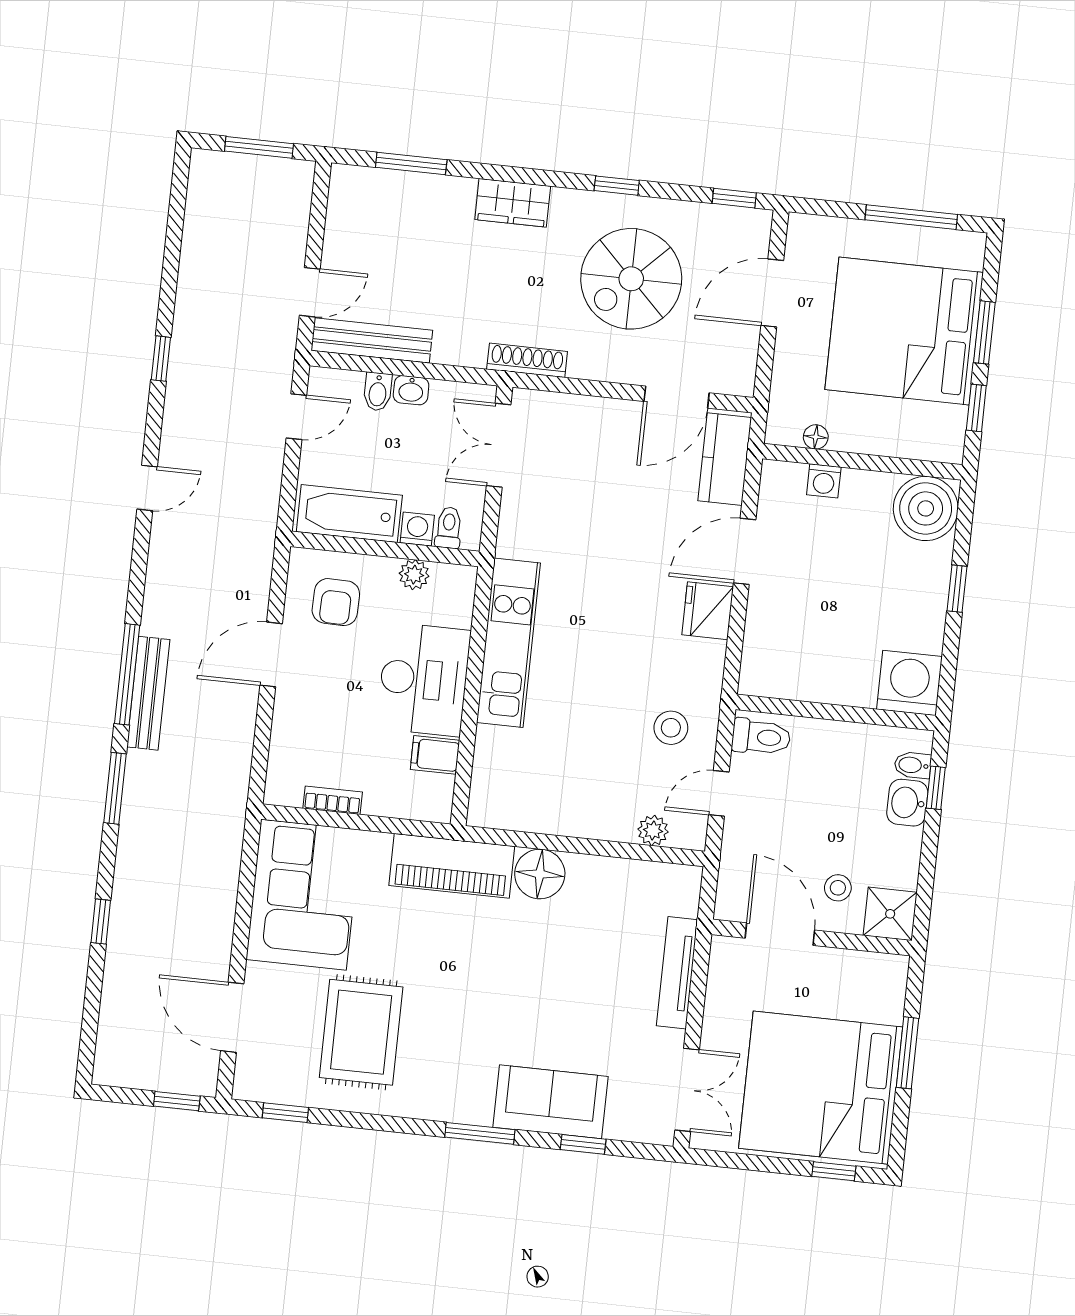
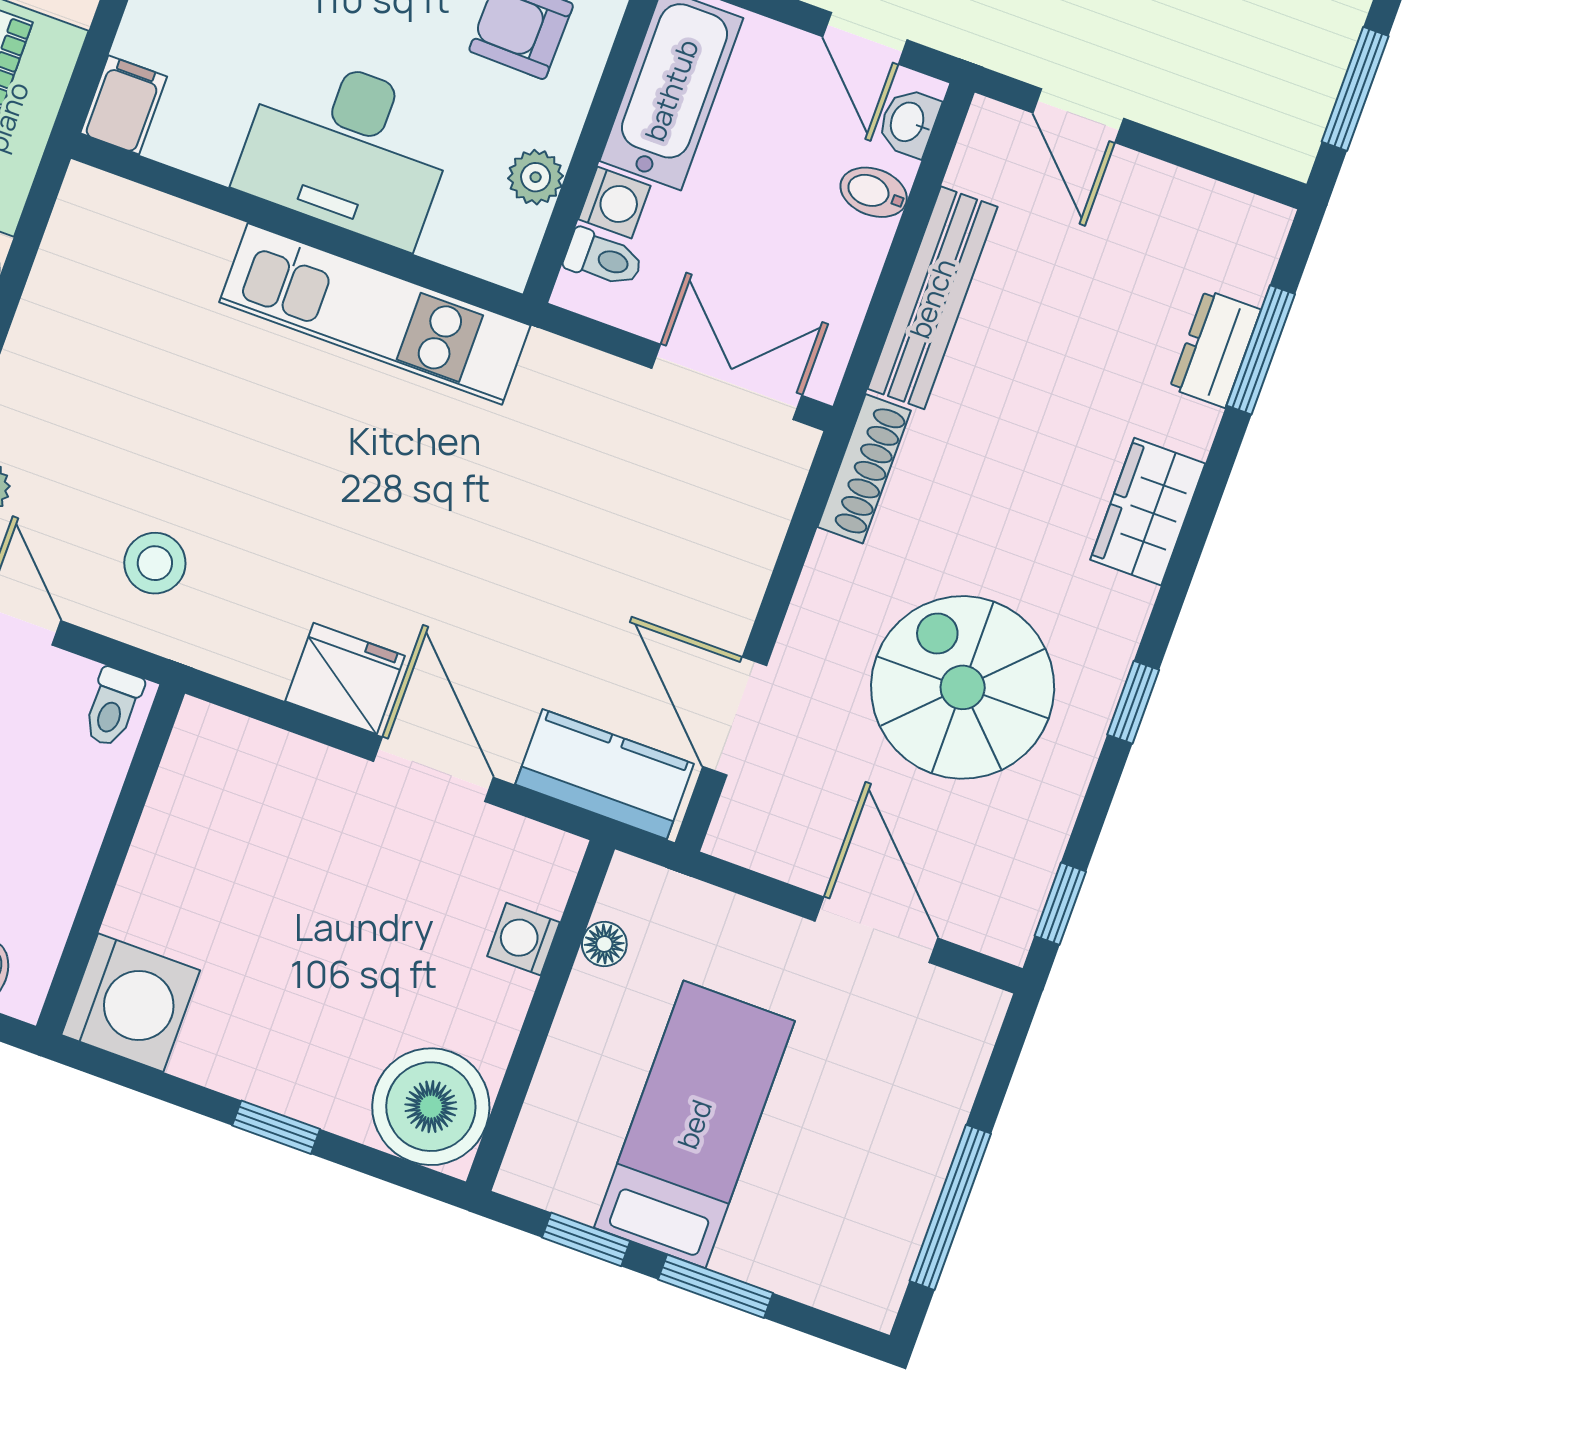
dresser: (417, 188) -> (1215, 349), added
bed: (904, 331) -> (694, 1124), width x0.49
bench: (372, 340) -> (932, 298), moved
washbasin: (411, 390) -> (909, 122), moved
toilet: (761, 737) -> (113, 707), width x0.73, depth x0.72
filing cabinet: (435, 755) -> (124, 105), moved

